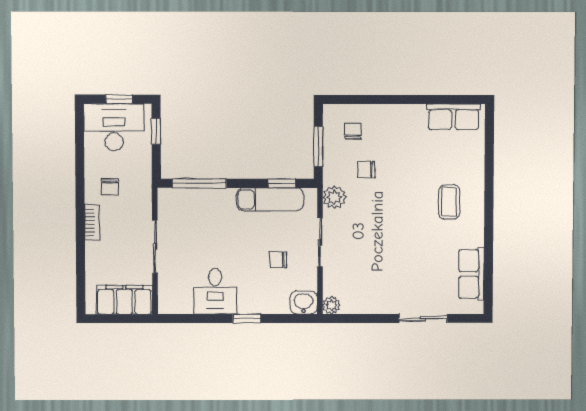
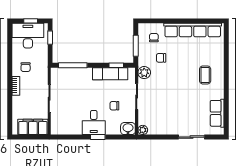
row of seats: (454, 117) -> (193, 30), width x2.02
desk: (215, 291) -> (94, 122), moved

